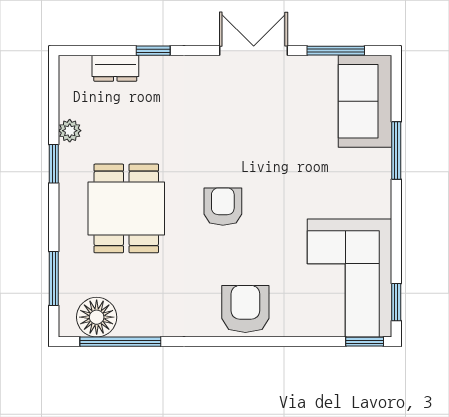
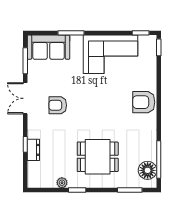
dresser: (115, 68) -> (33, 150), moved
armchair: (223, 207) -> (58, 105), moved
corner sofa: (350, 278) -> (110, 54), moved

